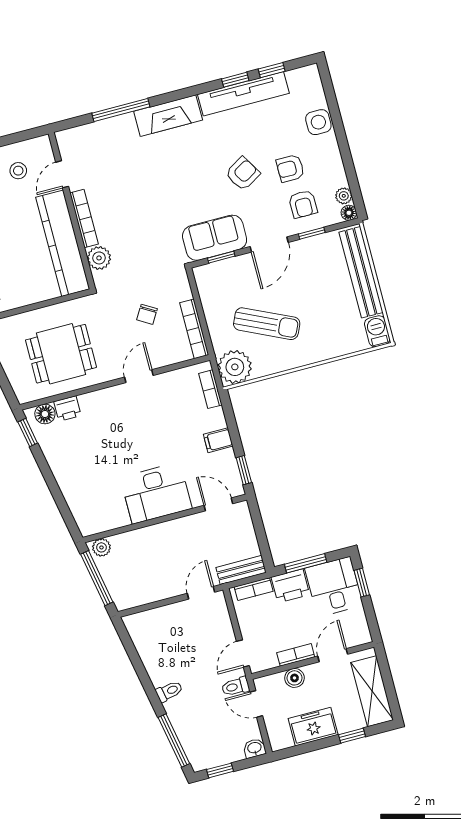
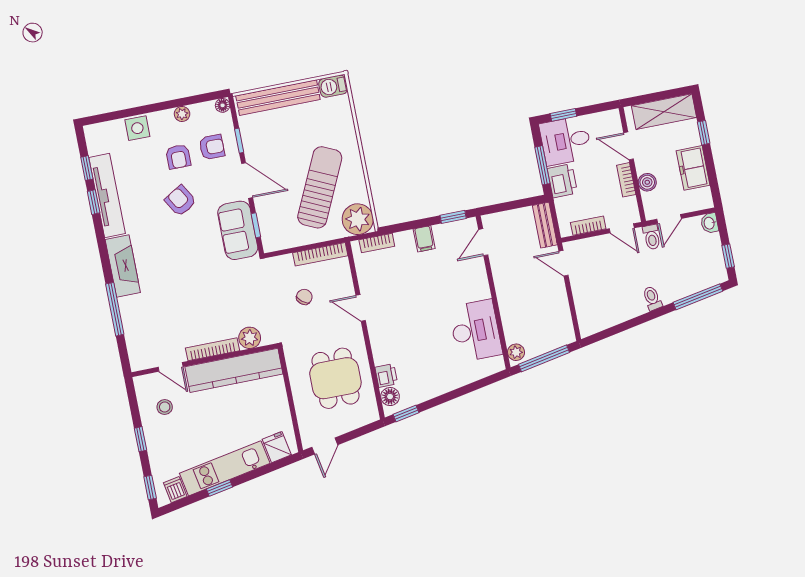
plant: (344, 196) -> (182, 114), moved
chair: (147, 314) -> (304, 297), turned -82
sun lounger: (267, 324) -> (320, 187), width x1.36, depth x1.34
desk: (156, 493) -> (475, 331), moved
bookcase: (254, 589) -> (588, 226), moved, turned -90

